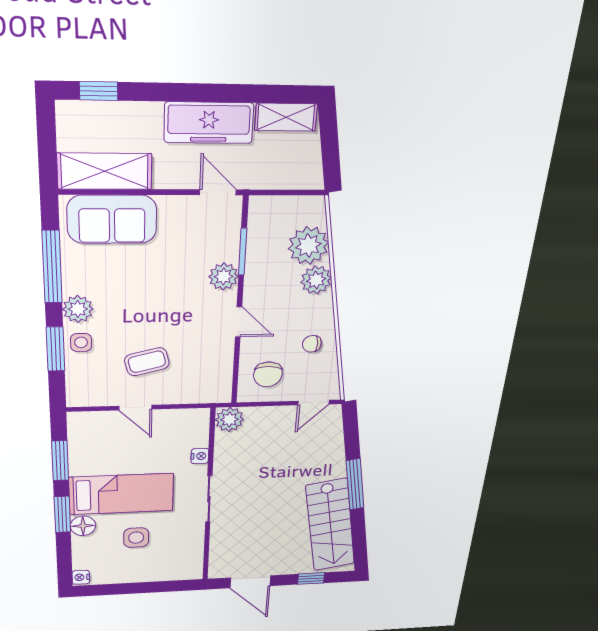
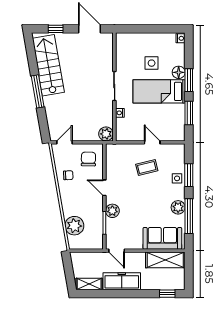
plant: (316, 280) -> (69, 209), removed
plant: (78, 309) -> (178, 207), moved

